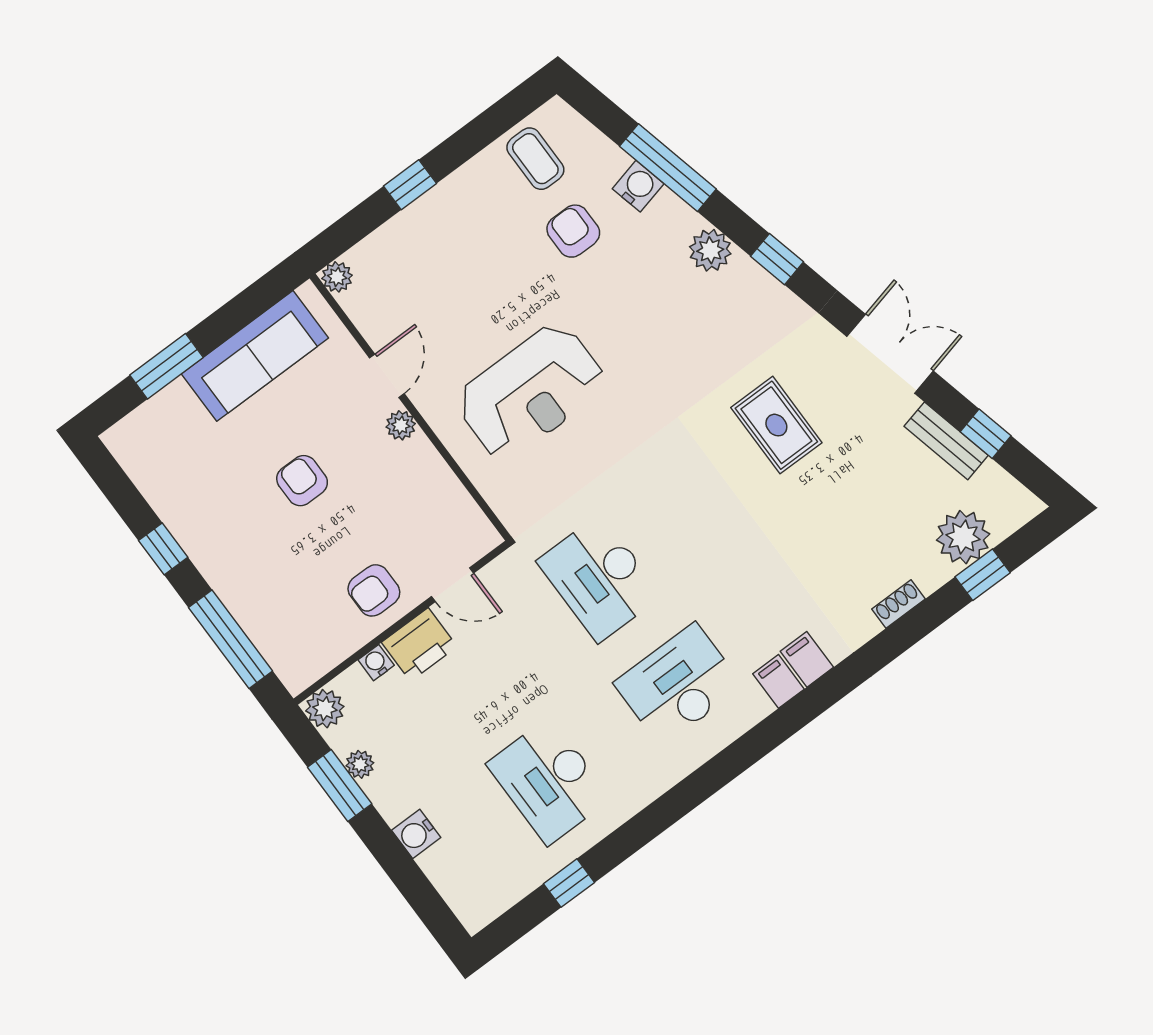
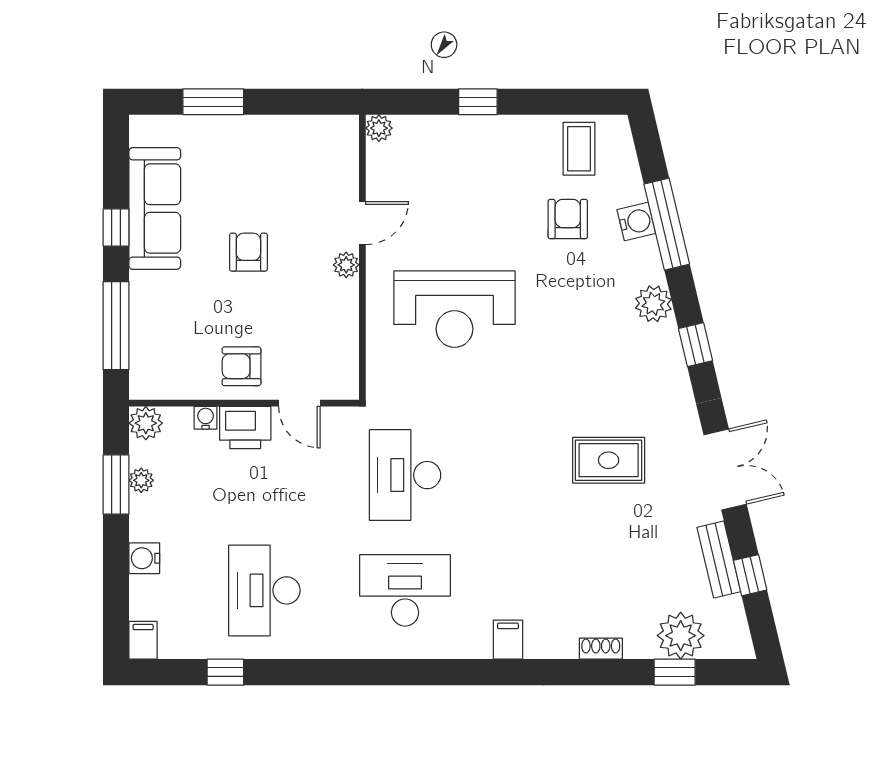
sofa: (255, 356) -> (155, 208), moved, turned -90
rug: (776, 425) -> (609, 460), turned 90
filing cabinet: (778, 681) -> (143, 640), moved

